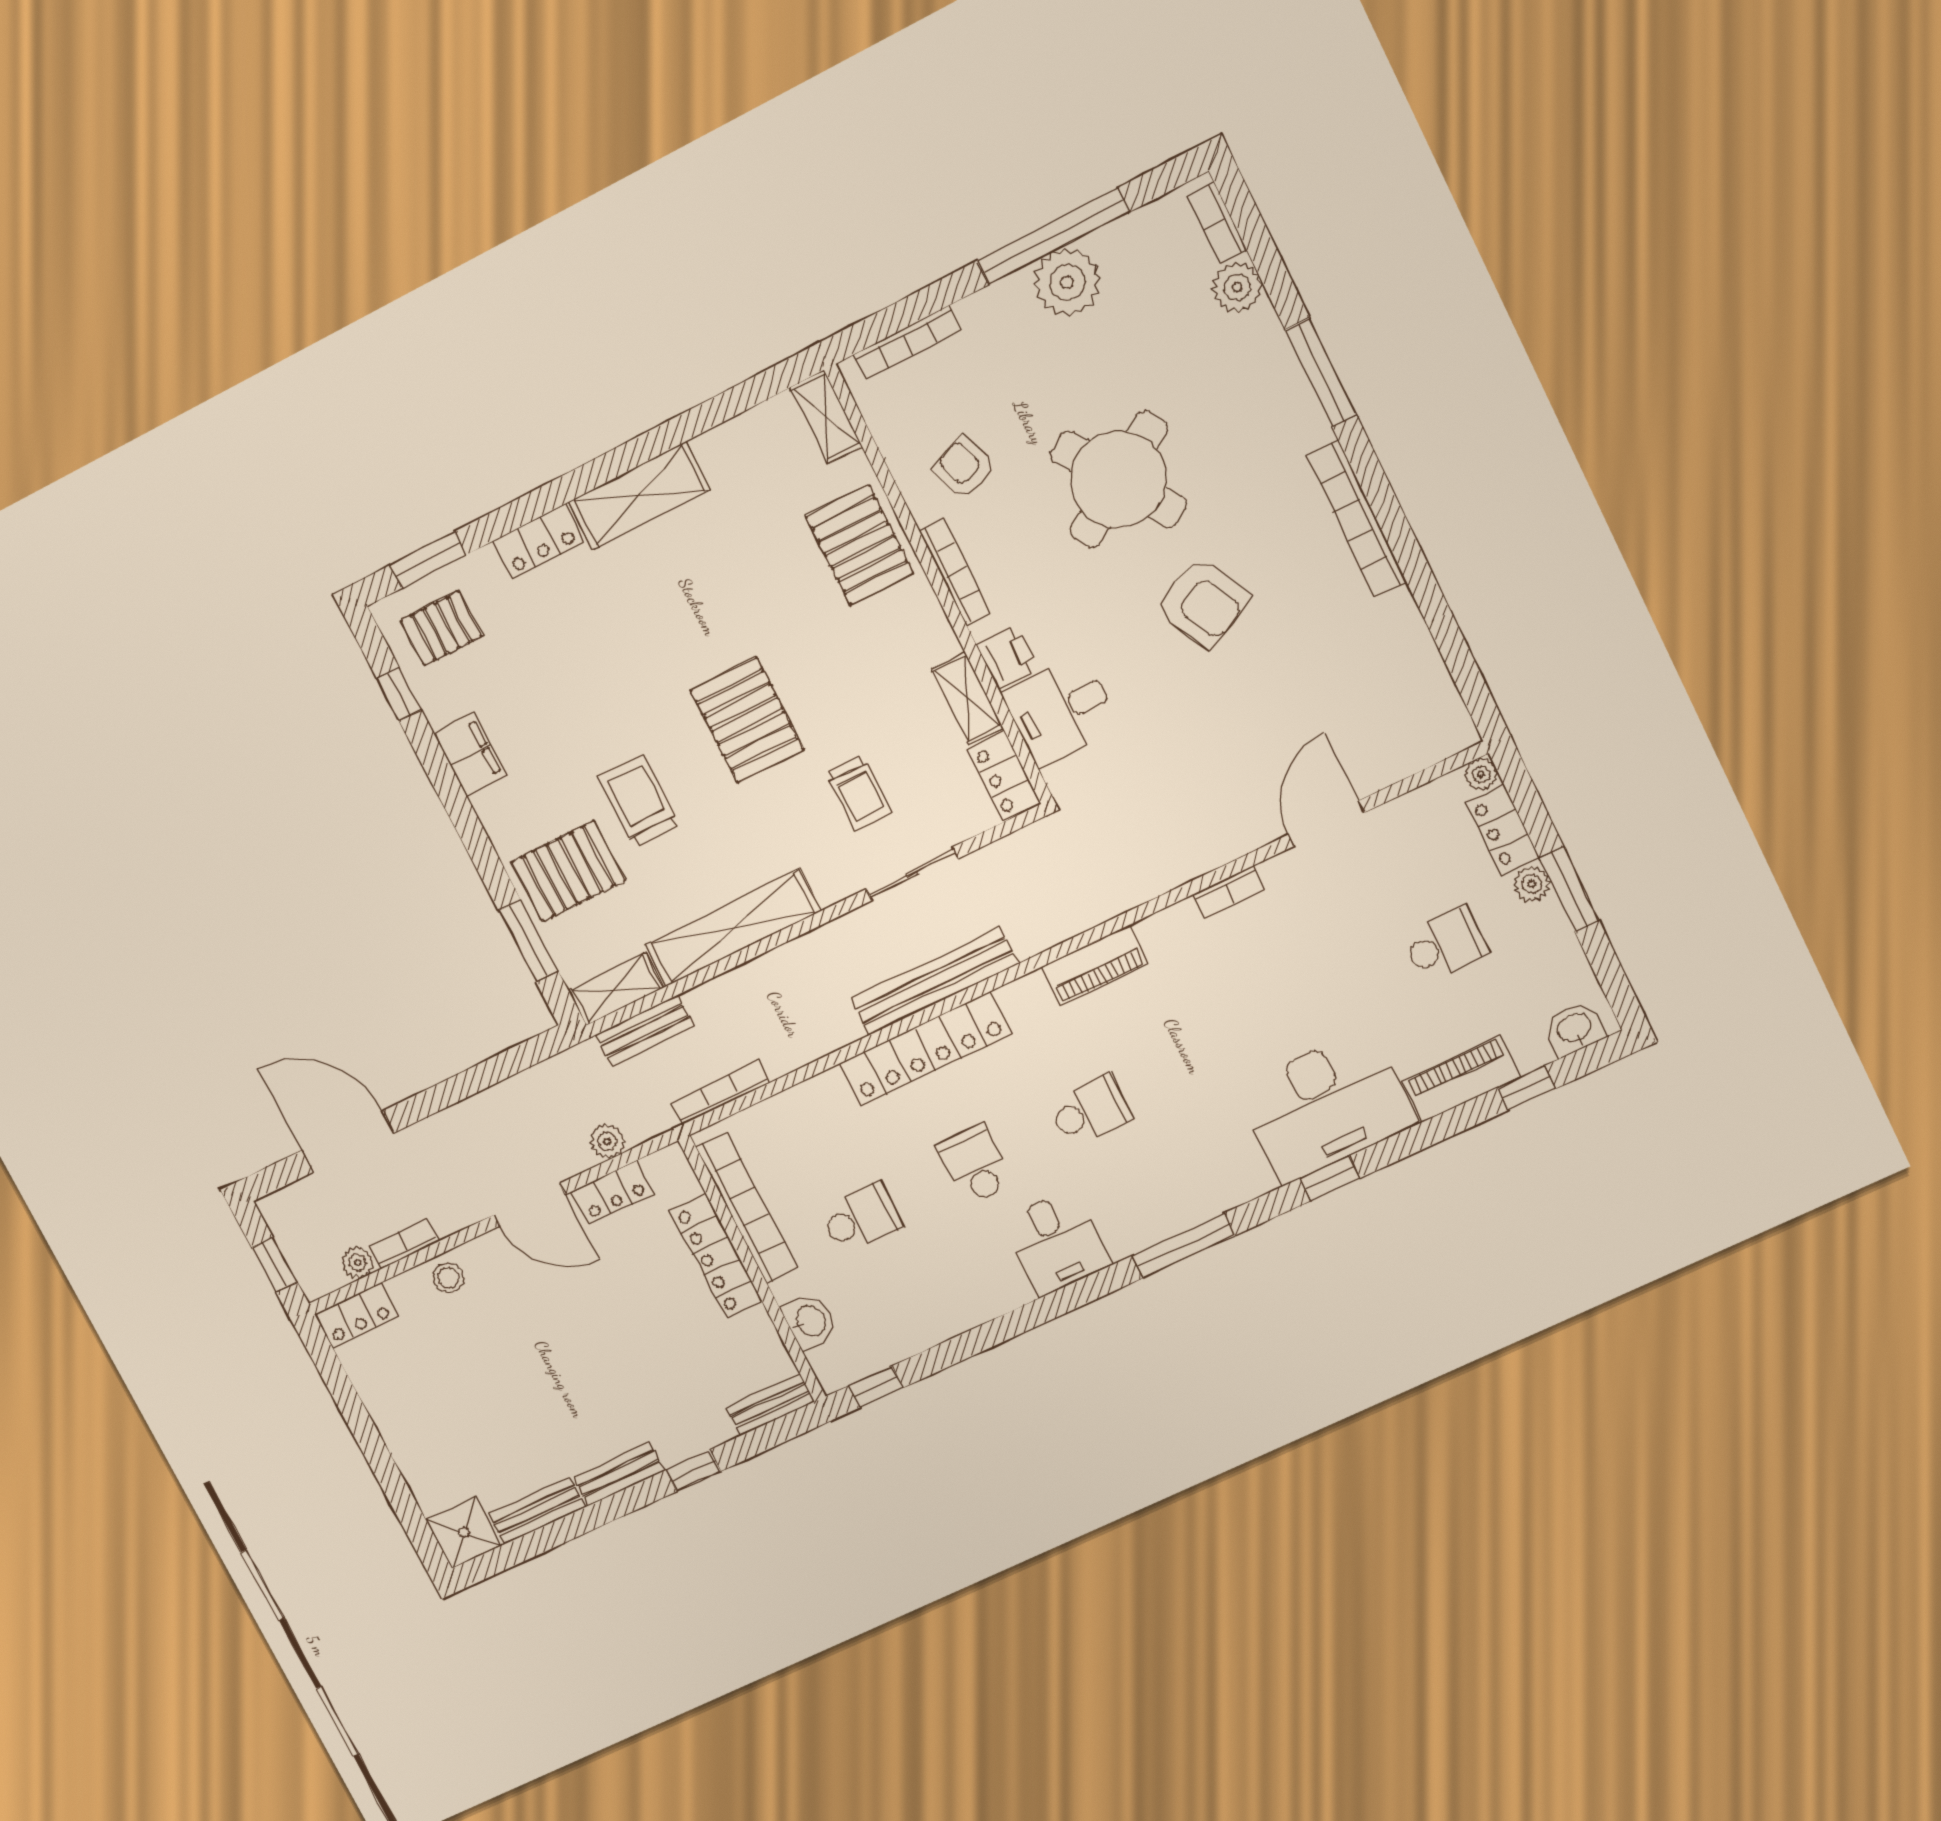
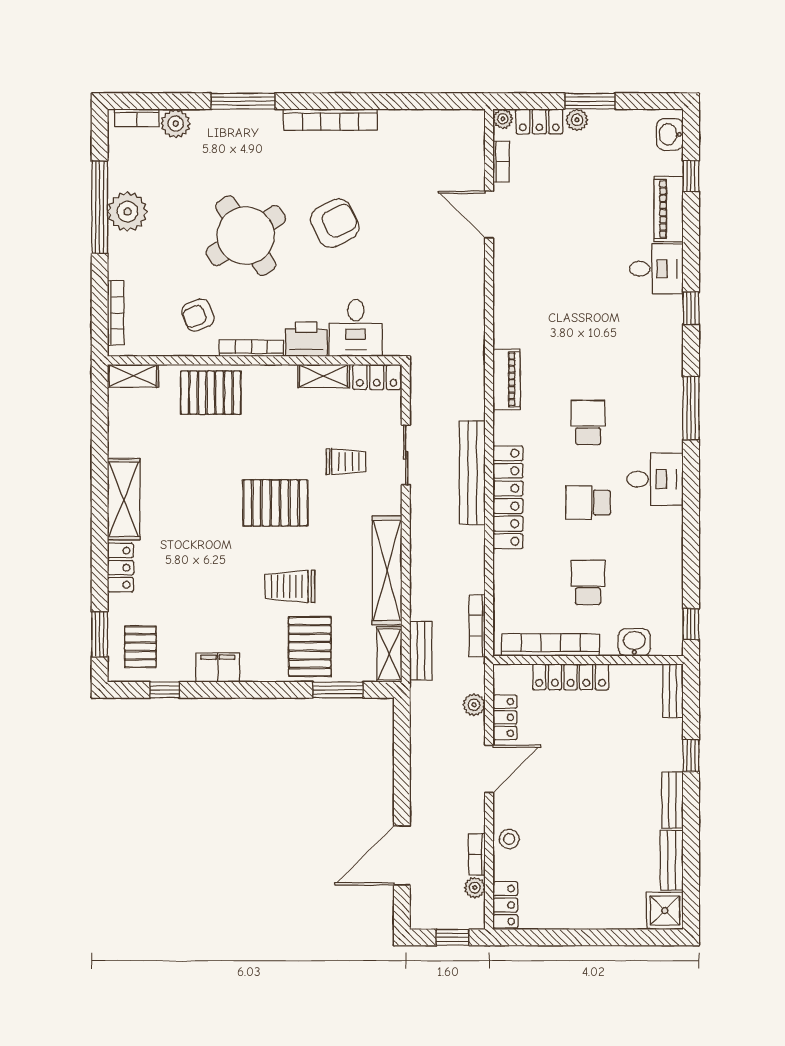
printer: (1008, 657) -> (306, 339), width x1.36, depth x1.24
bookcase: (1229, 892) -> (501, 161), moved
school desk: (1445, 944) -> (588, 182), removed
desk: (1326, 1106) -> (656, 269), width x0.53, depth x0.77

